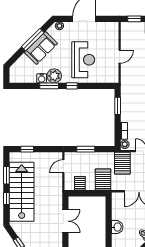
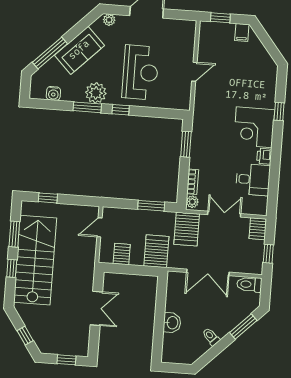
window: (33, 40) -> (50, 53), moved
water cooler: (42, 78) -> (53, 93), moved
window: (86, 149) -> (151, 206), moved

